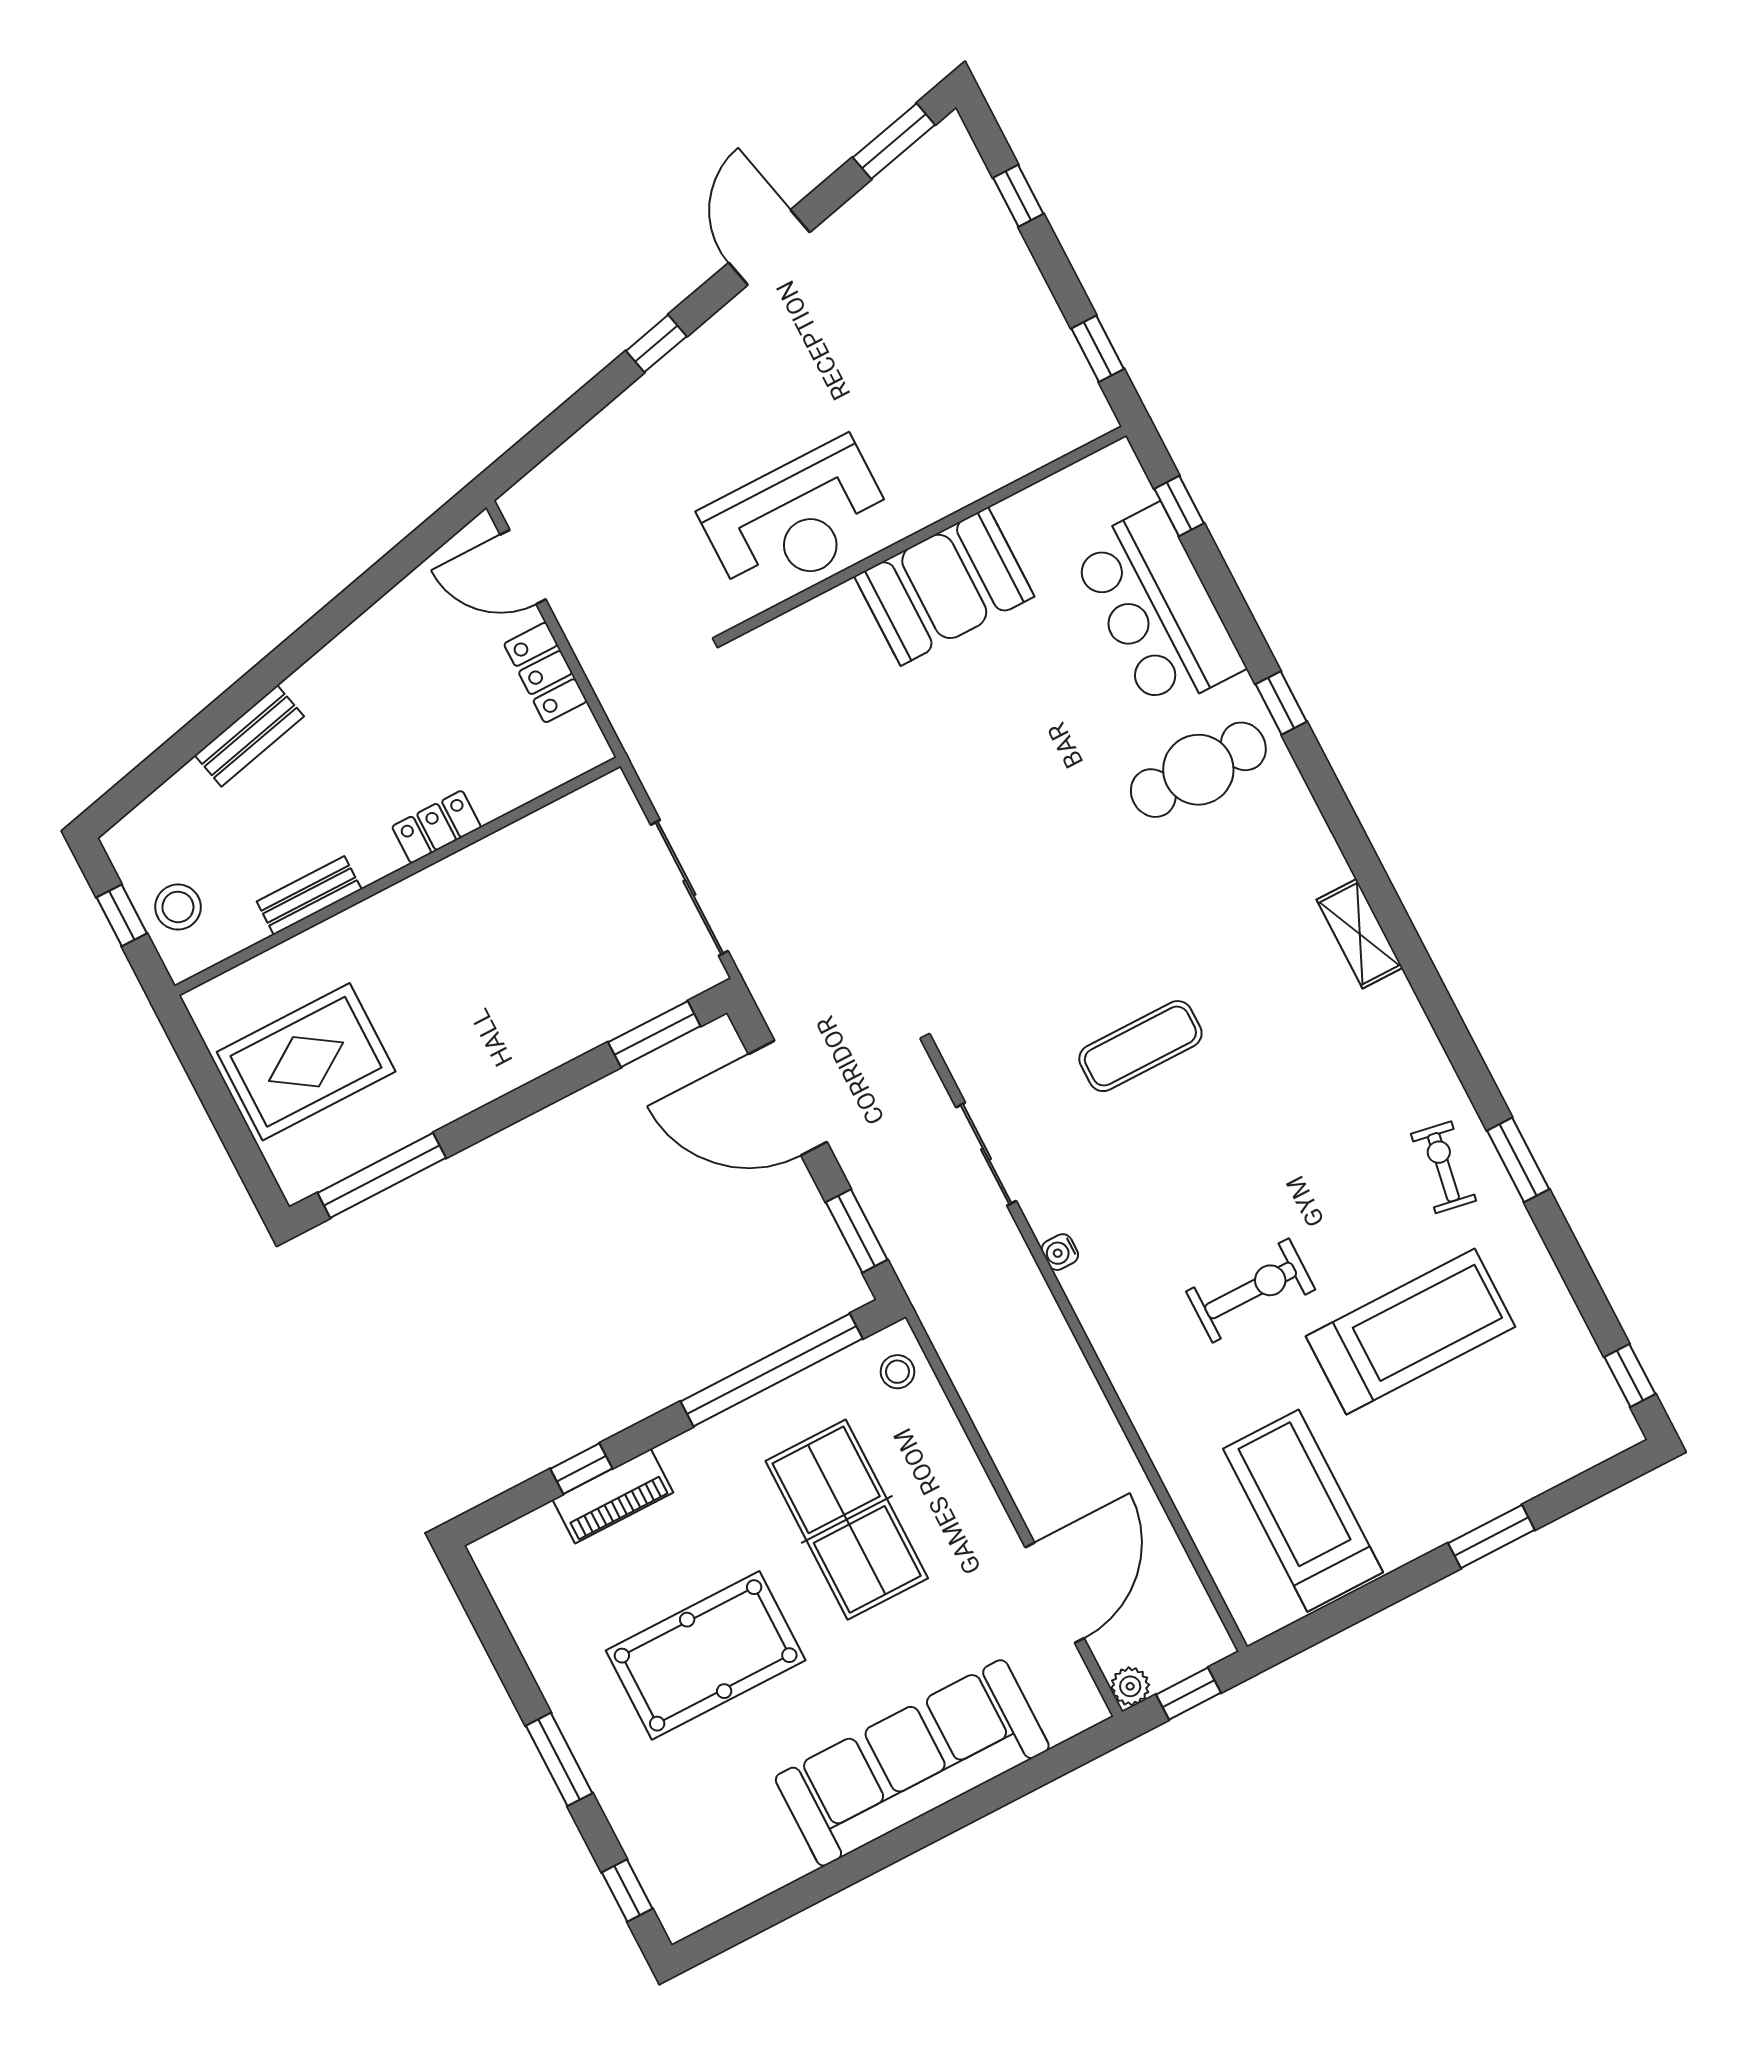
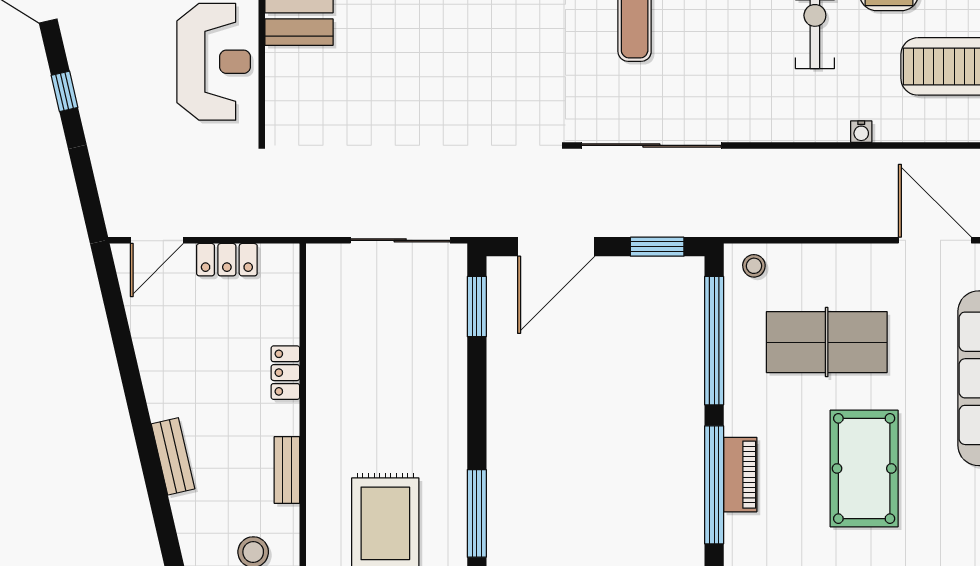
sliding door: (986, 1154) -> (651, 145), width x1.86
water cooler: (1060, 1252) -> (861, 132), moved
window: (581, 1469) -> (714, 485), width x3.17

